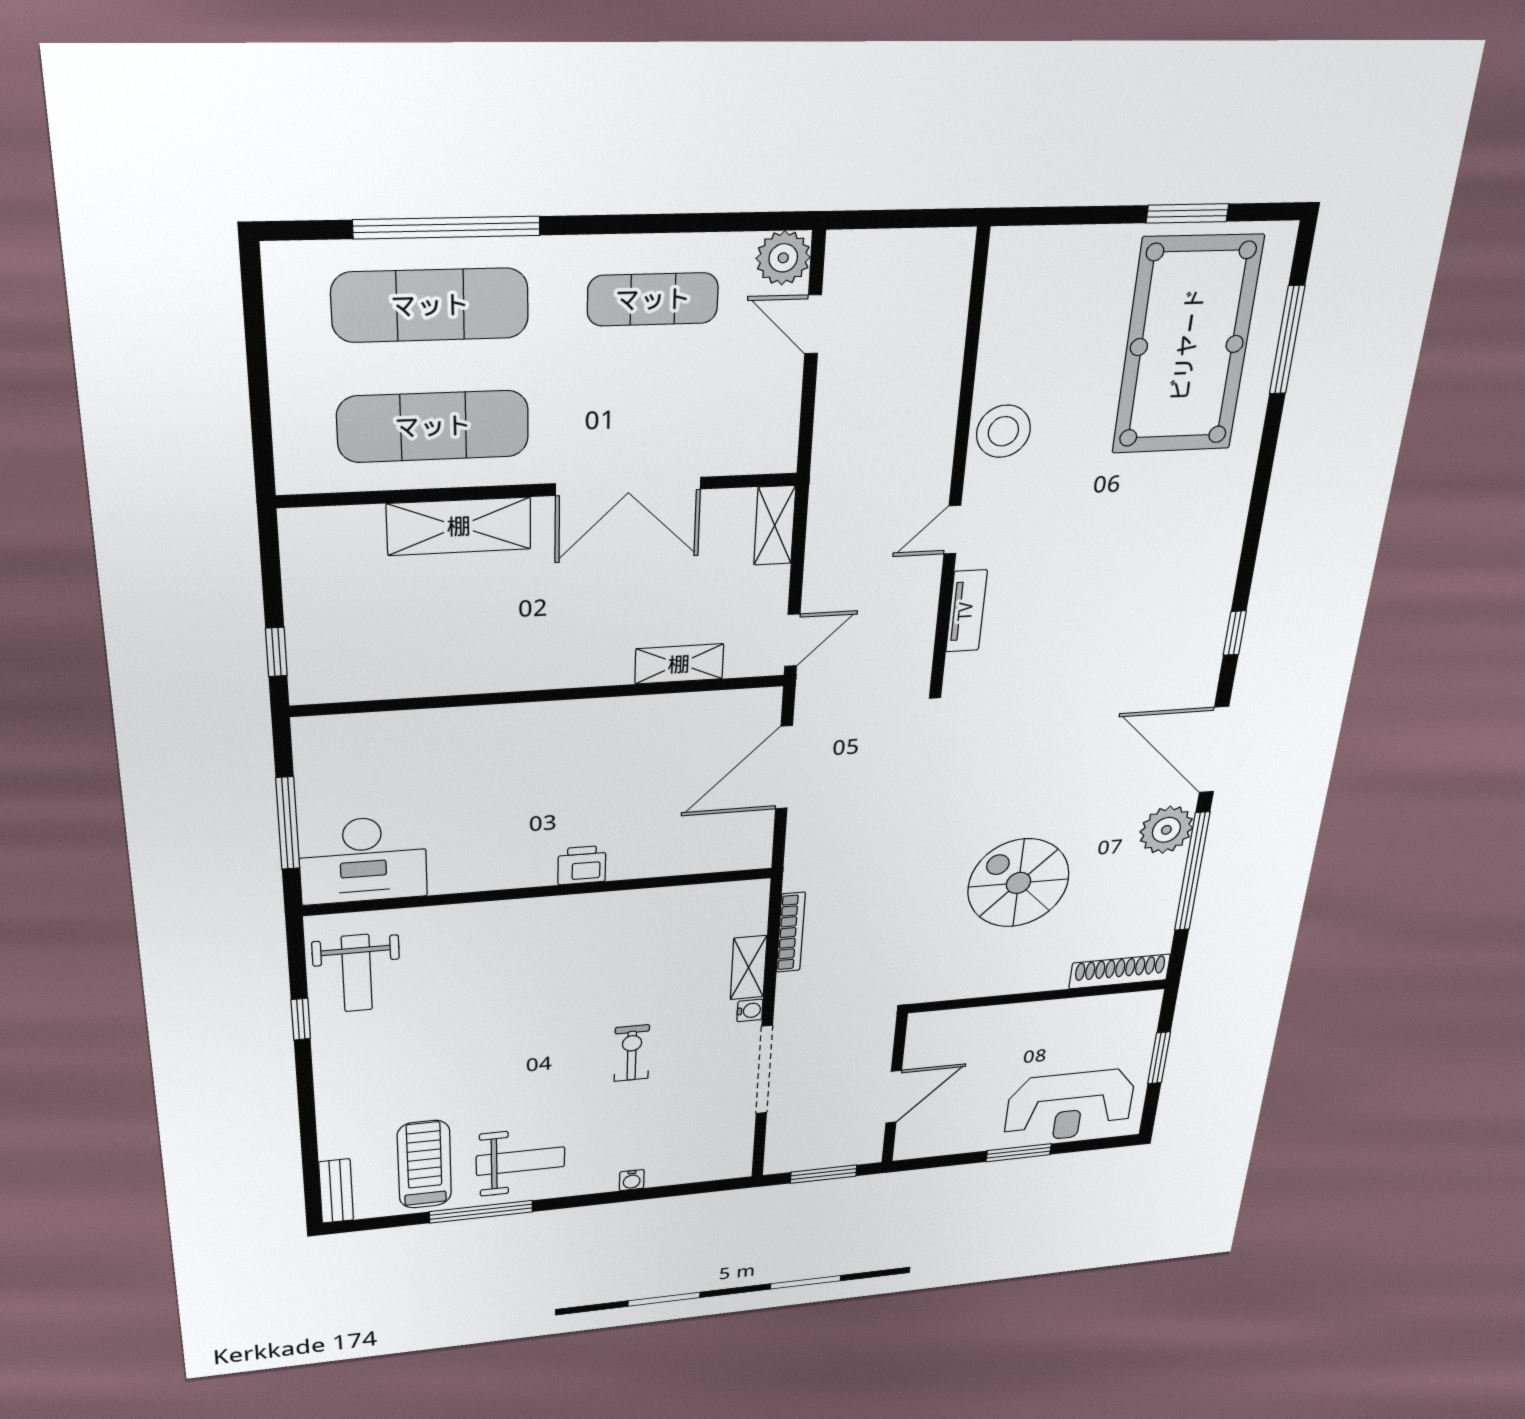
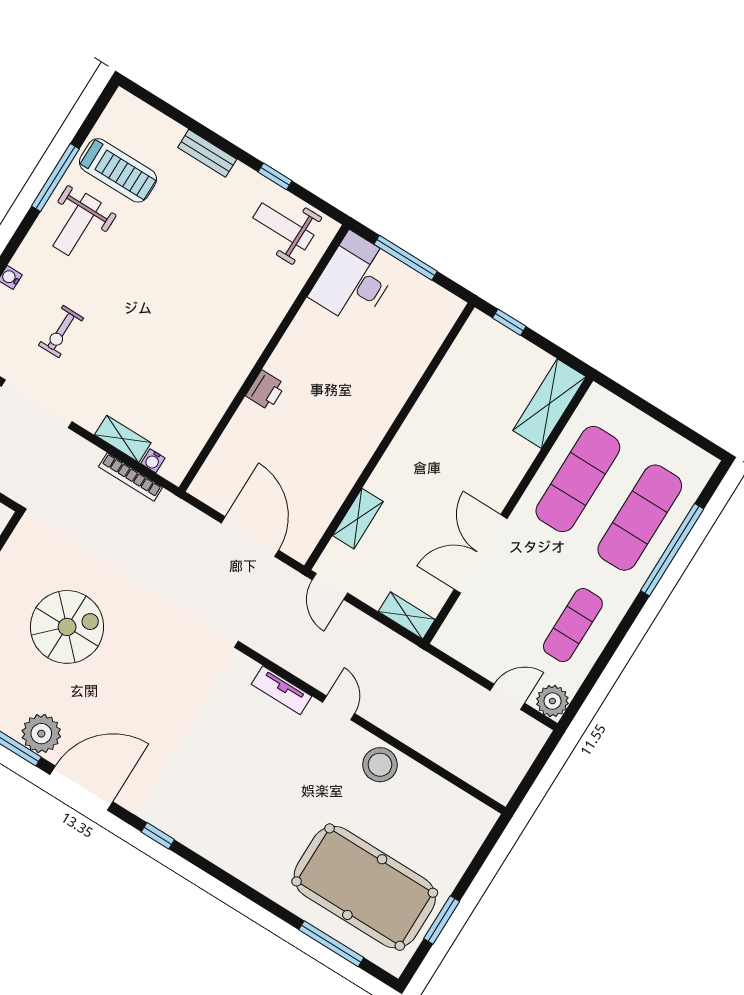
shelving: (459, 526) -> (549, 404), moved
water cooler: (750, 1010) -> (153, 461), moved
exercise bike: (632, 1053) -> (61, 332), moved, turned 90
bench: (336, 1191) -> (207, 153), moved

